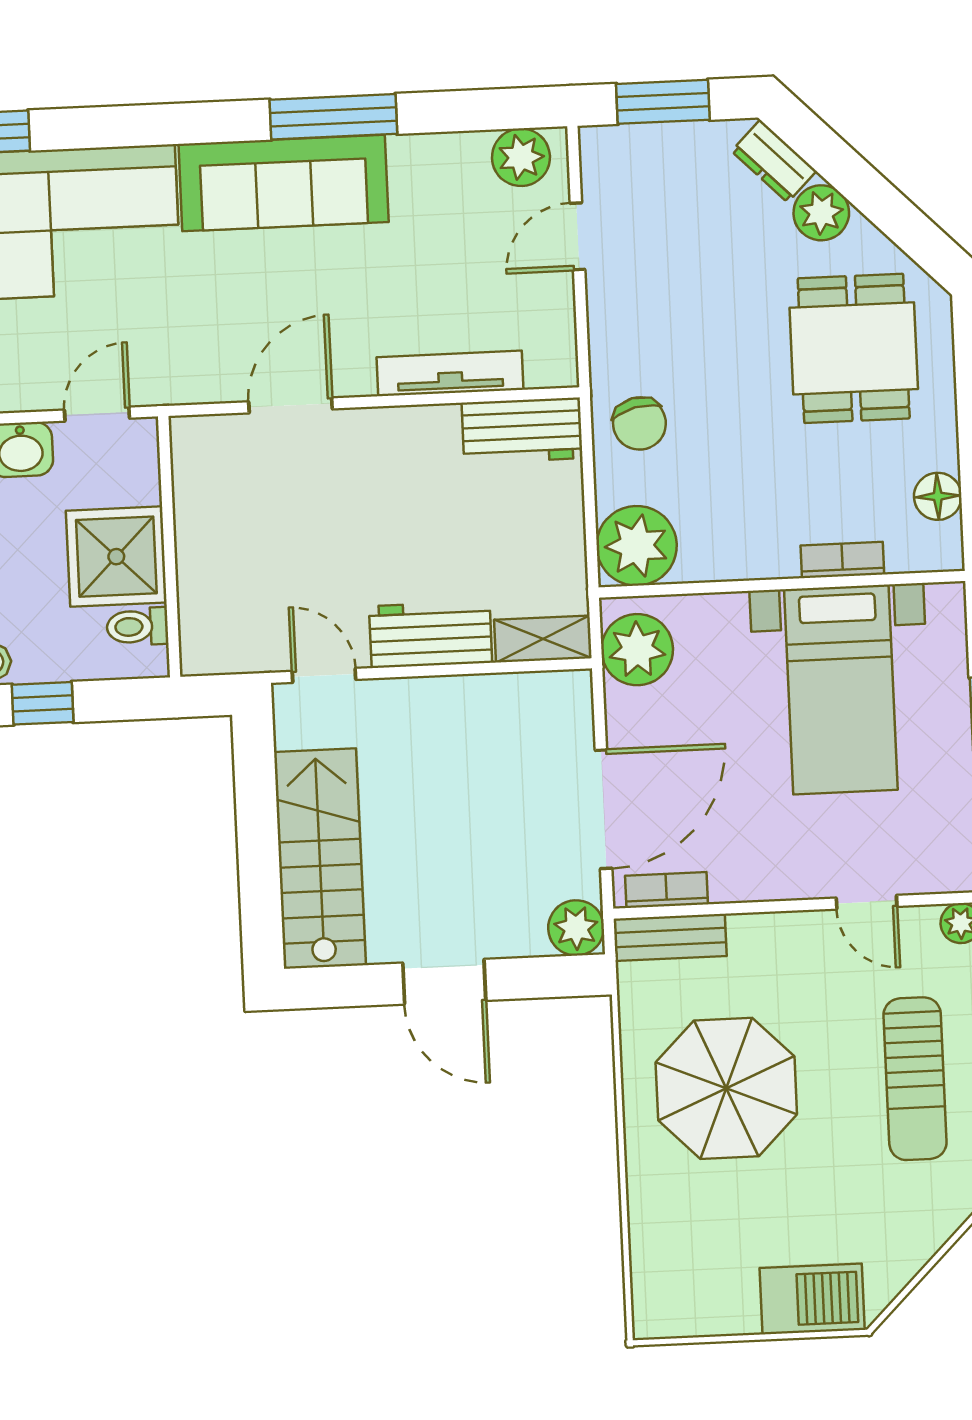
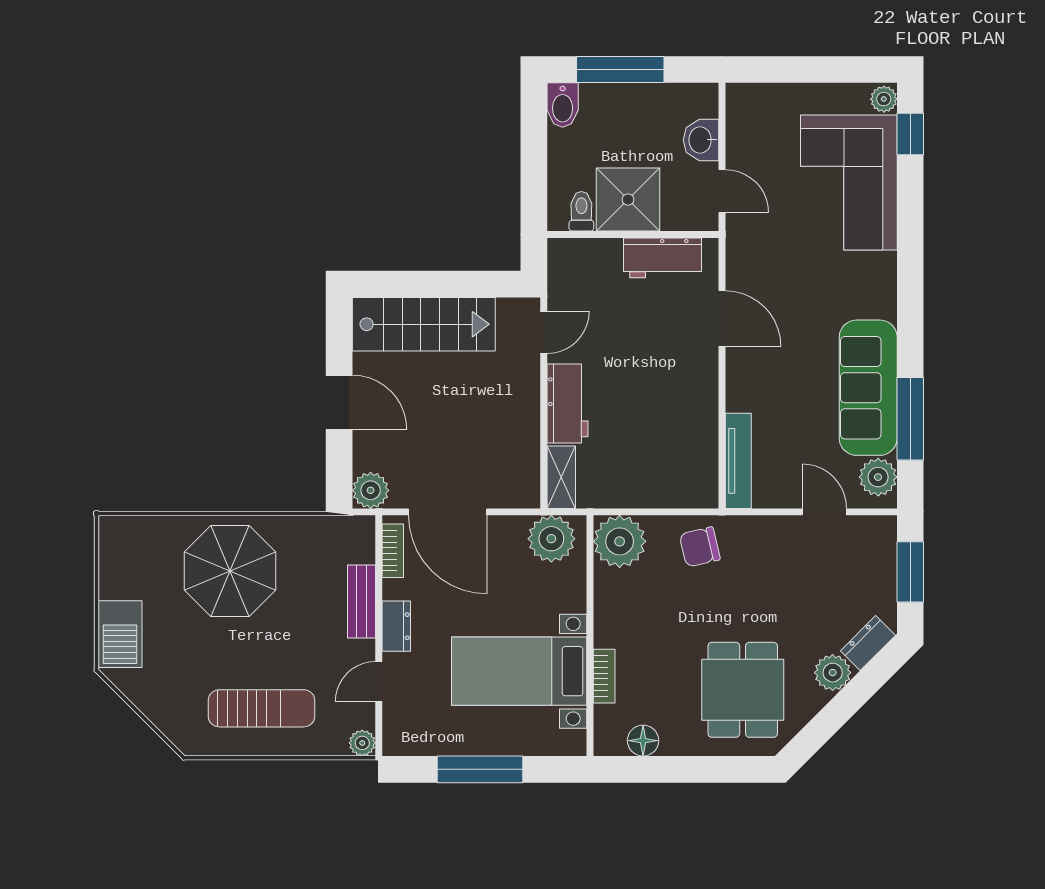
window: (333, 117) -> (910, 419), moved
sofa: (284, 183) -> (868, 388), moved
dining table: (854, 348) -> (743, 690), turned 90
tv unit: (450, 373) -> (738, 461), moved
workbench: (522, 430) -> (663, 258), moved, turned -90
window: (43, 703) -> (534, 147), removed
dresser: (781, 880) -> (396, 626), added
bench: (670, 937) -> (361, 602), moved
door: (444, 982) -> (339, 402), swing flipped
sun lounger: (915, 1079) -> (261, 708), turned 180
parasol: (726, 1088) -> (230, 571), moved

